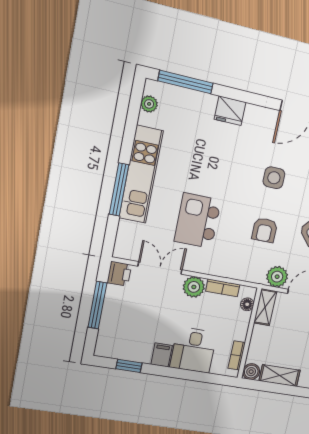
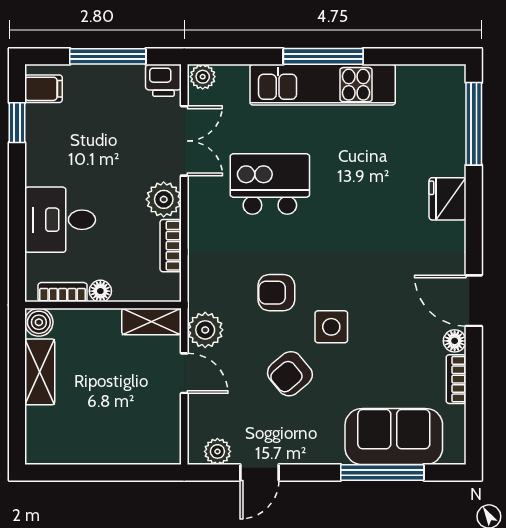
plant: (149, 104) -> (203, 77), moved
side table: (274, 178) -> (331, 327), moved
window: (119, 190) -> (323, 56), moved
floor lamp: (247, 304) -> (100, 291), moved
filing cabinet: (162, 355) -> (43, 89), moved

